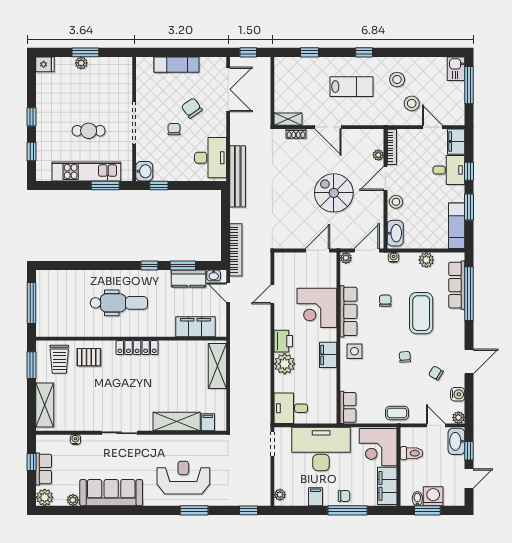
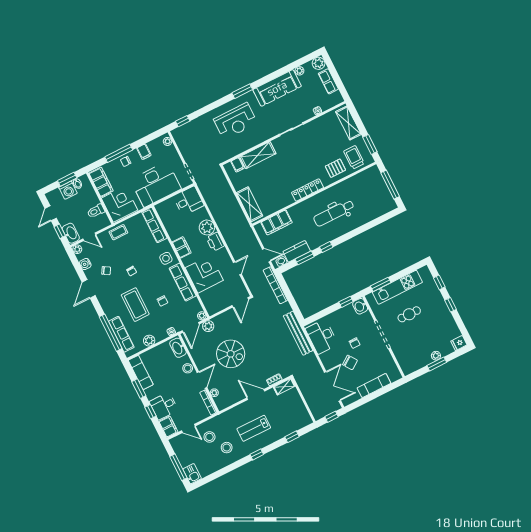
double door: (228, 89) -> (332, 386), swing flipped
plant: (344, 241) -> (208, 326), added
door: (317, 250) -> (240, 302), moved
row of seats: (348, 407) -> (154, 225), width x1.48
window: (32, 462) -> (338, 82), removed
window: (194, 510) -> (242, 91), moved

